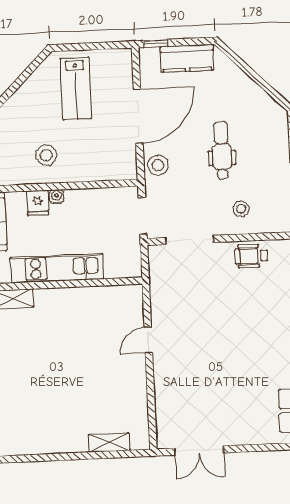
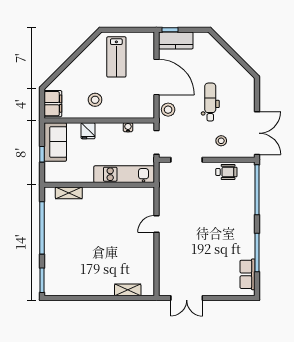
kitchen counter: (187, 58) -> (176, 40), moved
door: (138, 116) -> (156, 77), hinge flipped
water cooler: (57, 197) -> (128, 127), moved
wheelchair: (251, 256) -> (226, 172), turned 180
kitchen unit: (57, 268) -> (124, 174), moved

